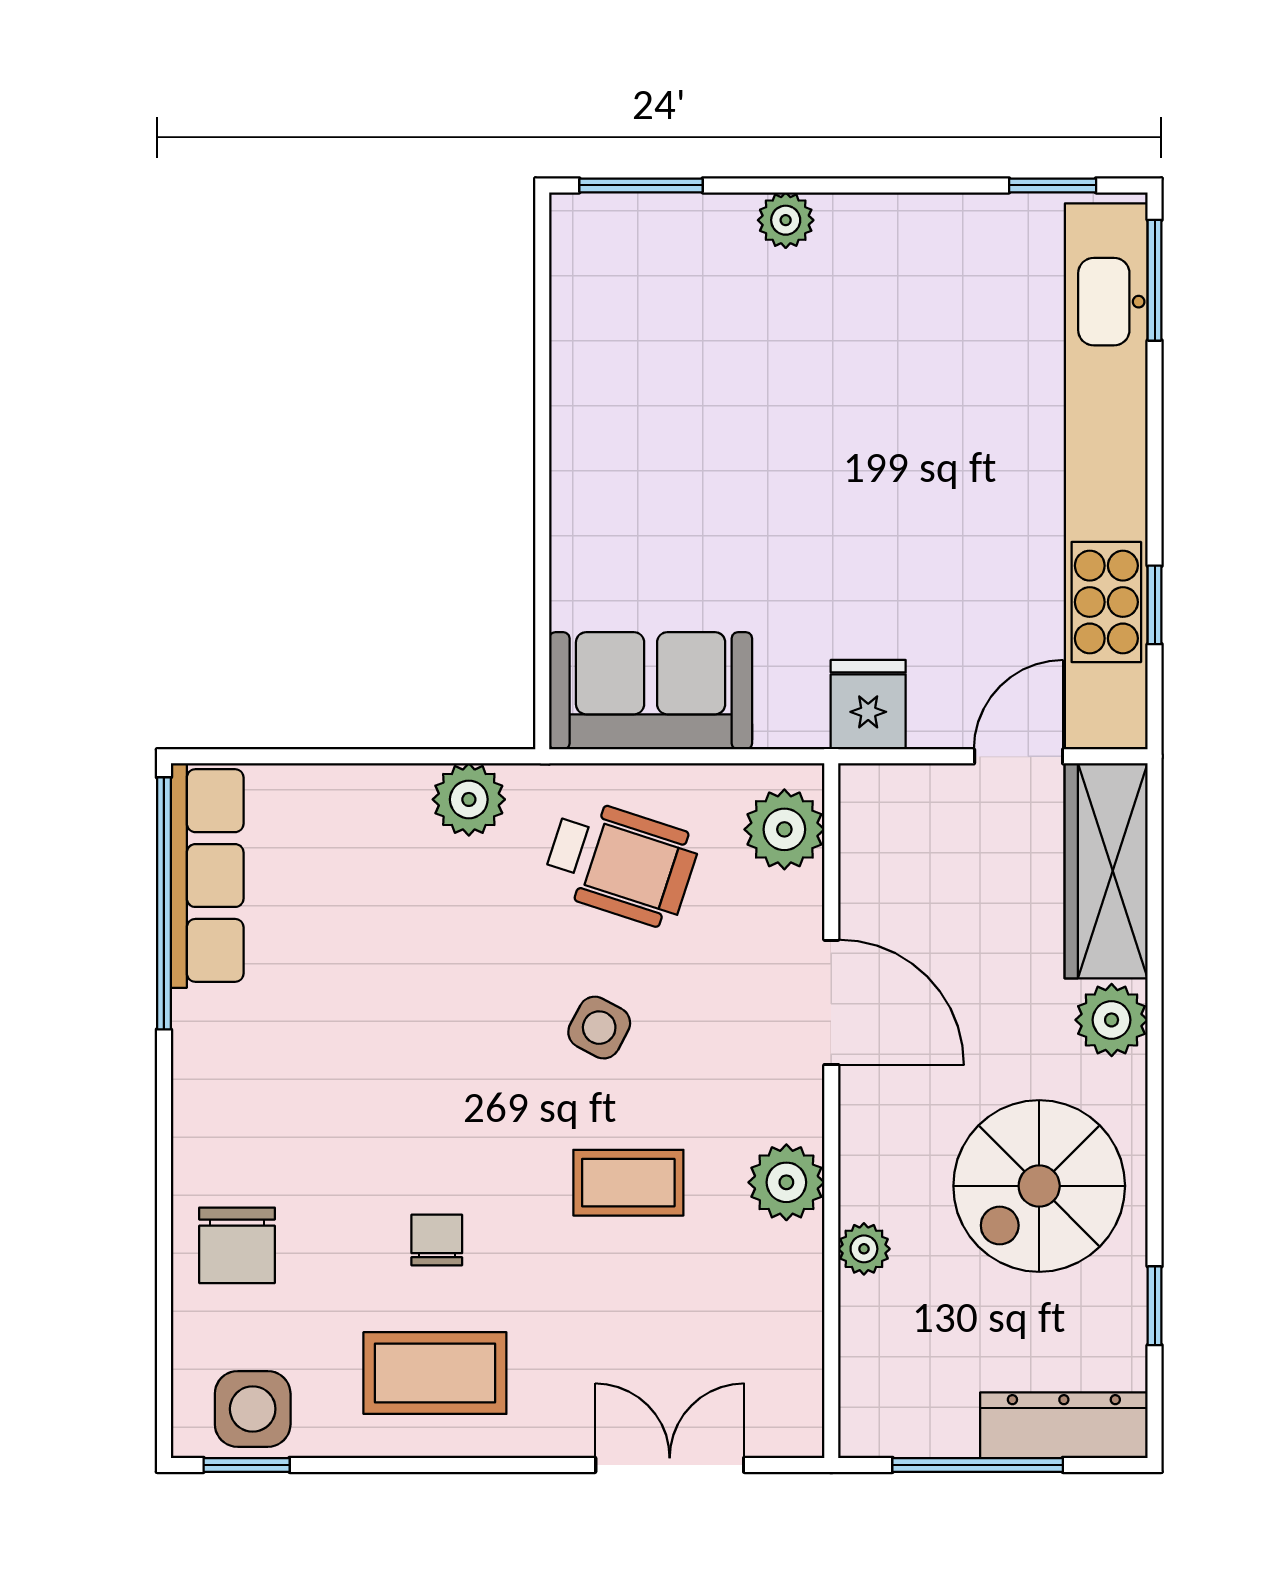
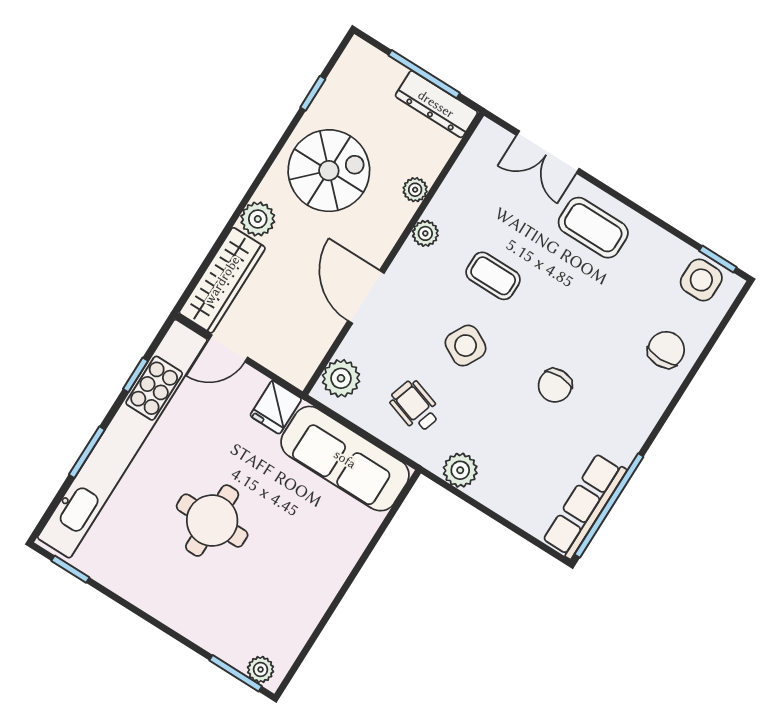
plant: (786, 220) -> (261, 669), moved
window: (1155, 280) -> (87, 452), moved
round table: (854, 431) -> (212, 521), added
sofa: (651, 691) -> (345, 459), width x1.36
wheelchair: (621, 863) -> (415, 406), width x0.73, depth x0.73
side table: (599, 1028) -> (466, 346), width x1.37, depth x1.37
plant: (786, 1182) -> (425, 233), width x0.73, depth x0.73
chair: (437, 1240) -> (555, 385), moved, width x1.37, depth x1.37
coffee table: (435, 1373) -> (593, 228), moved
dresser: (1064, 1425) -> (436, 104), moved

